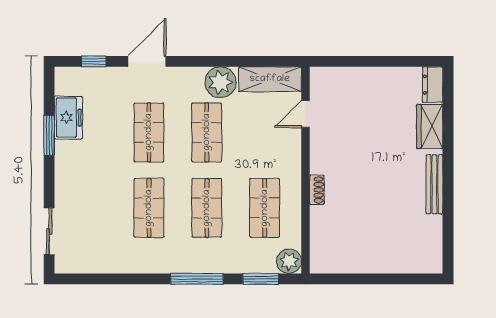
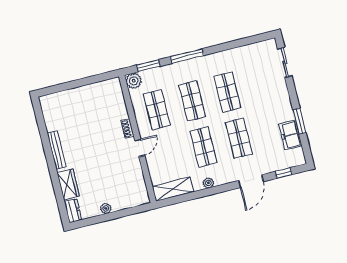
plant: (381, 75) -> (106, 208), added
plant: (220, 82) -> (208, 183), width x0.53, depth x0.53
door: (306, 114) -> (140, 148), moved

